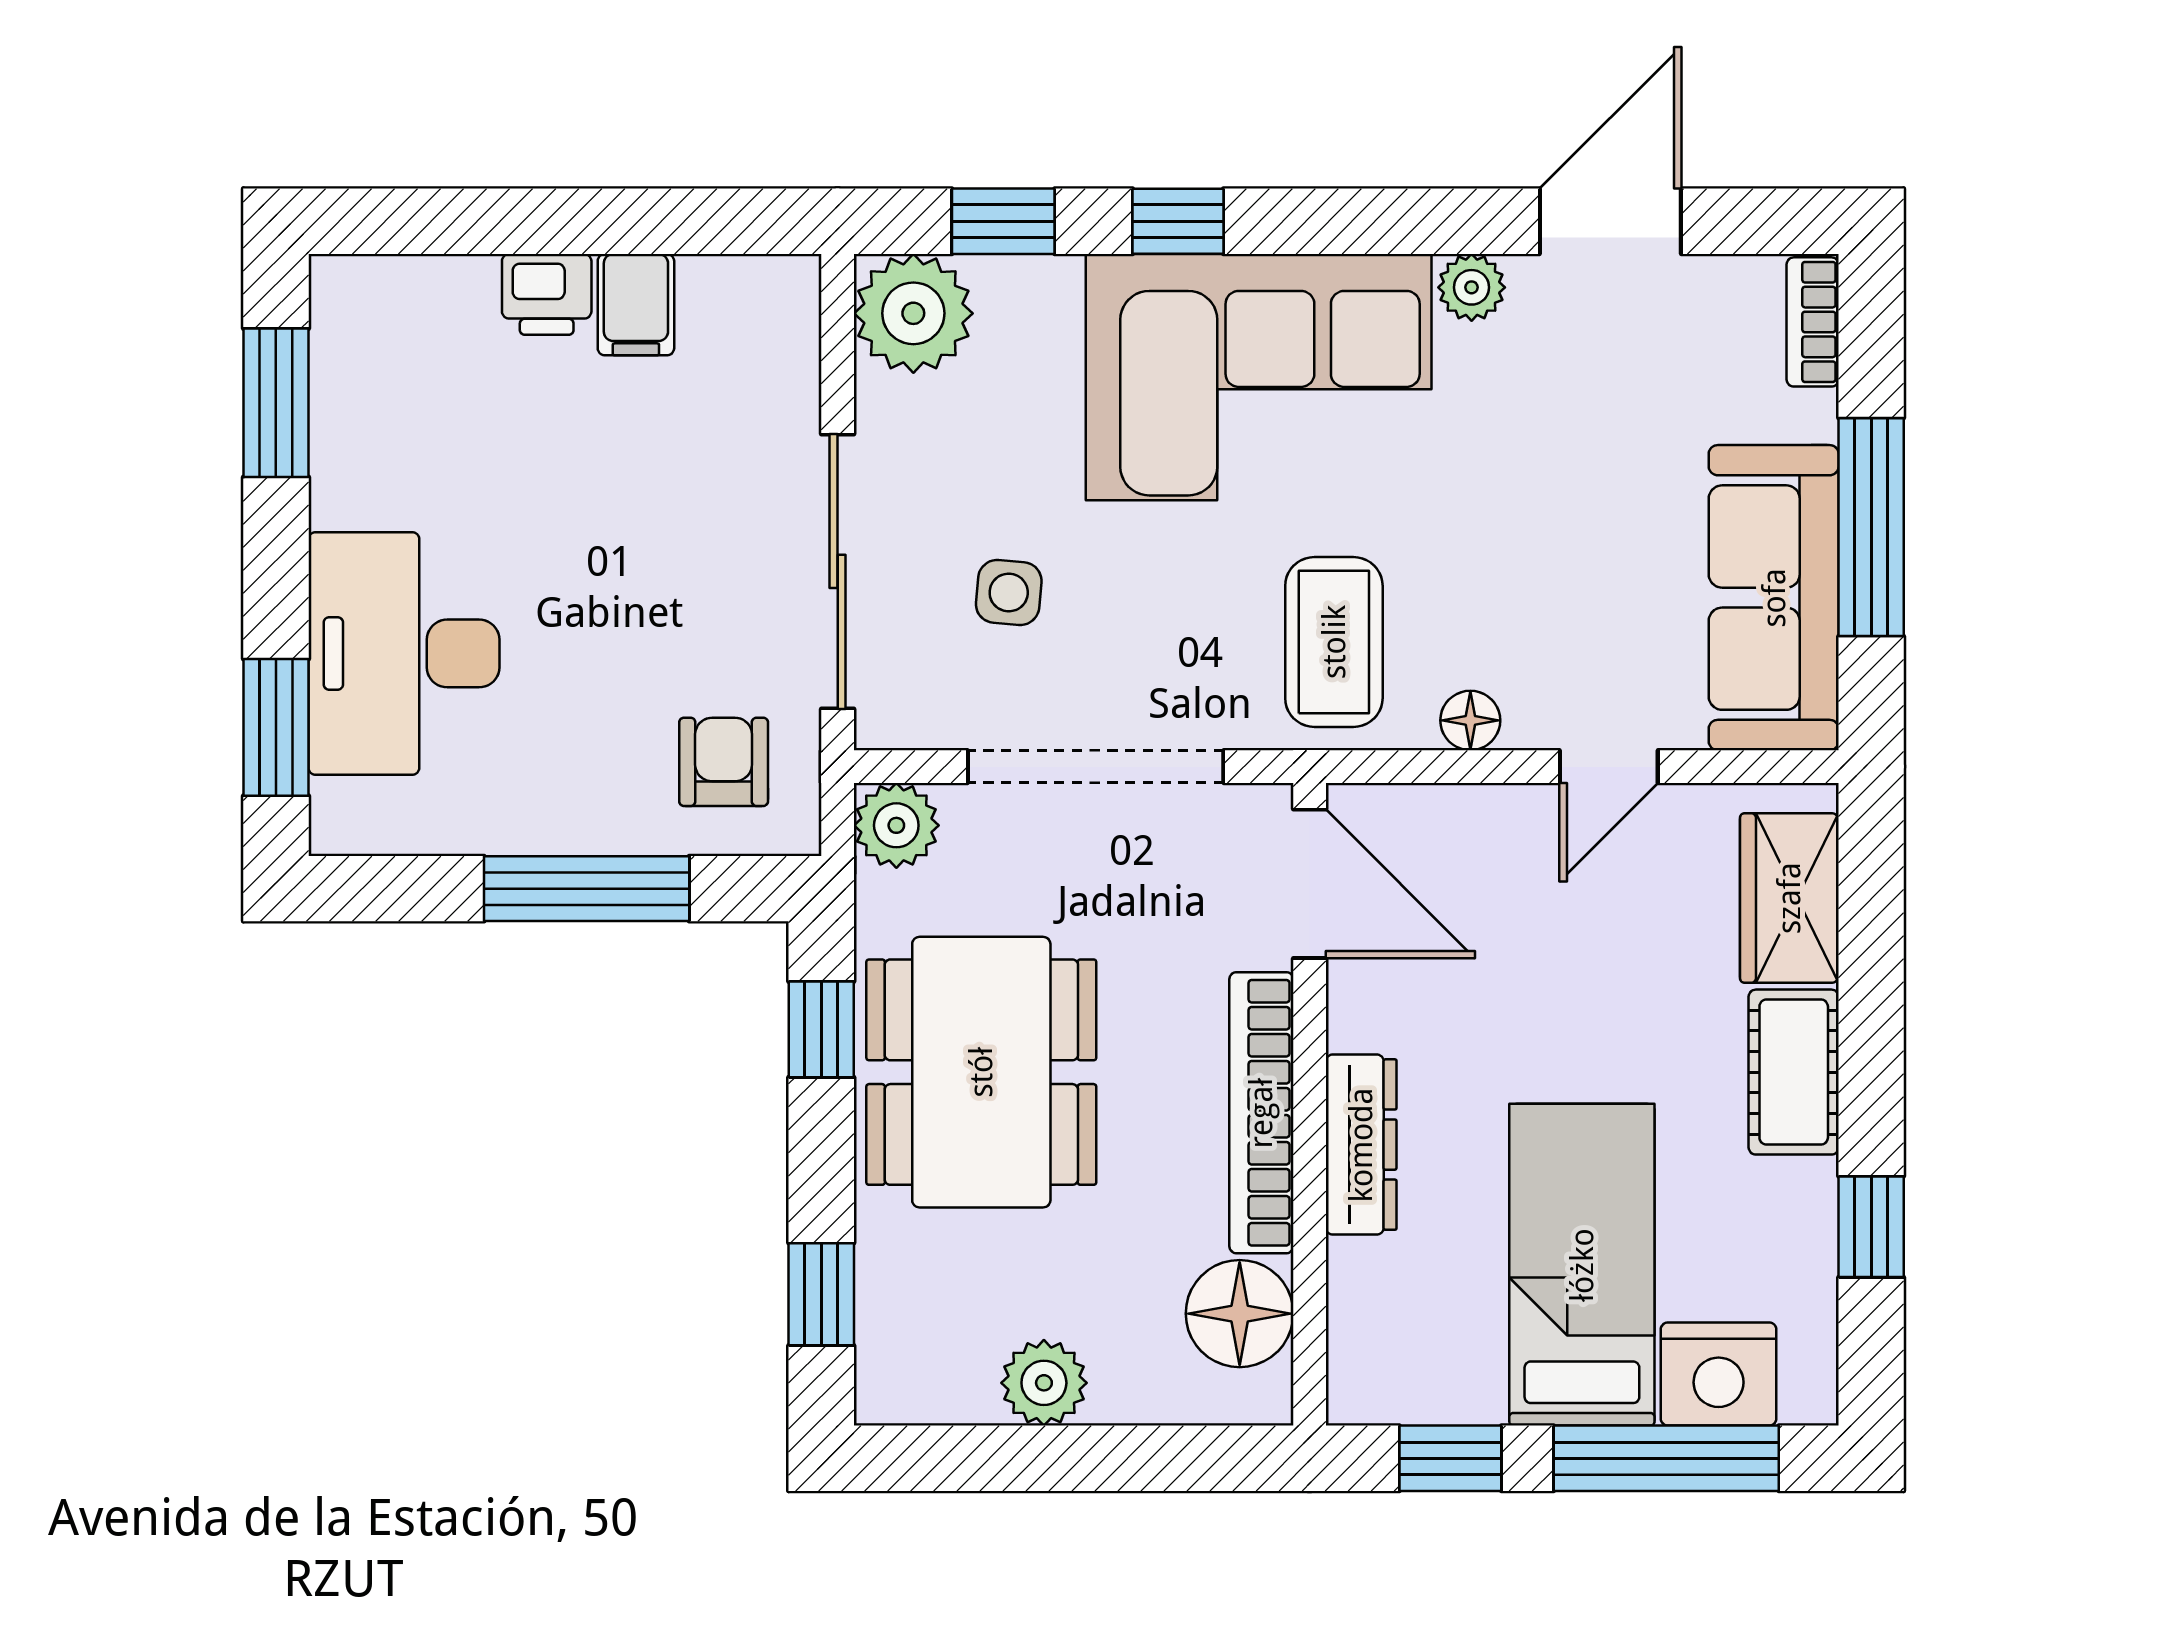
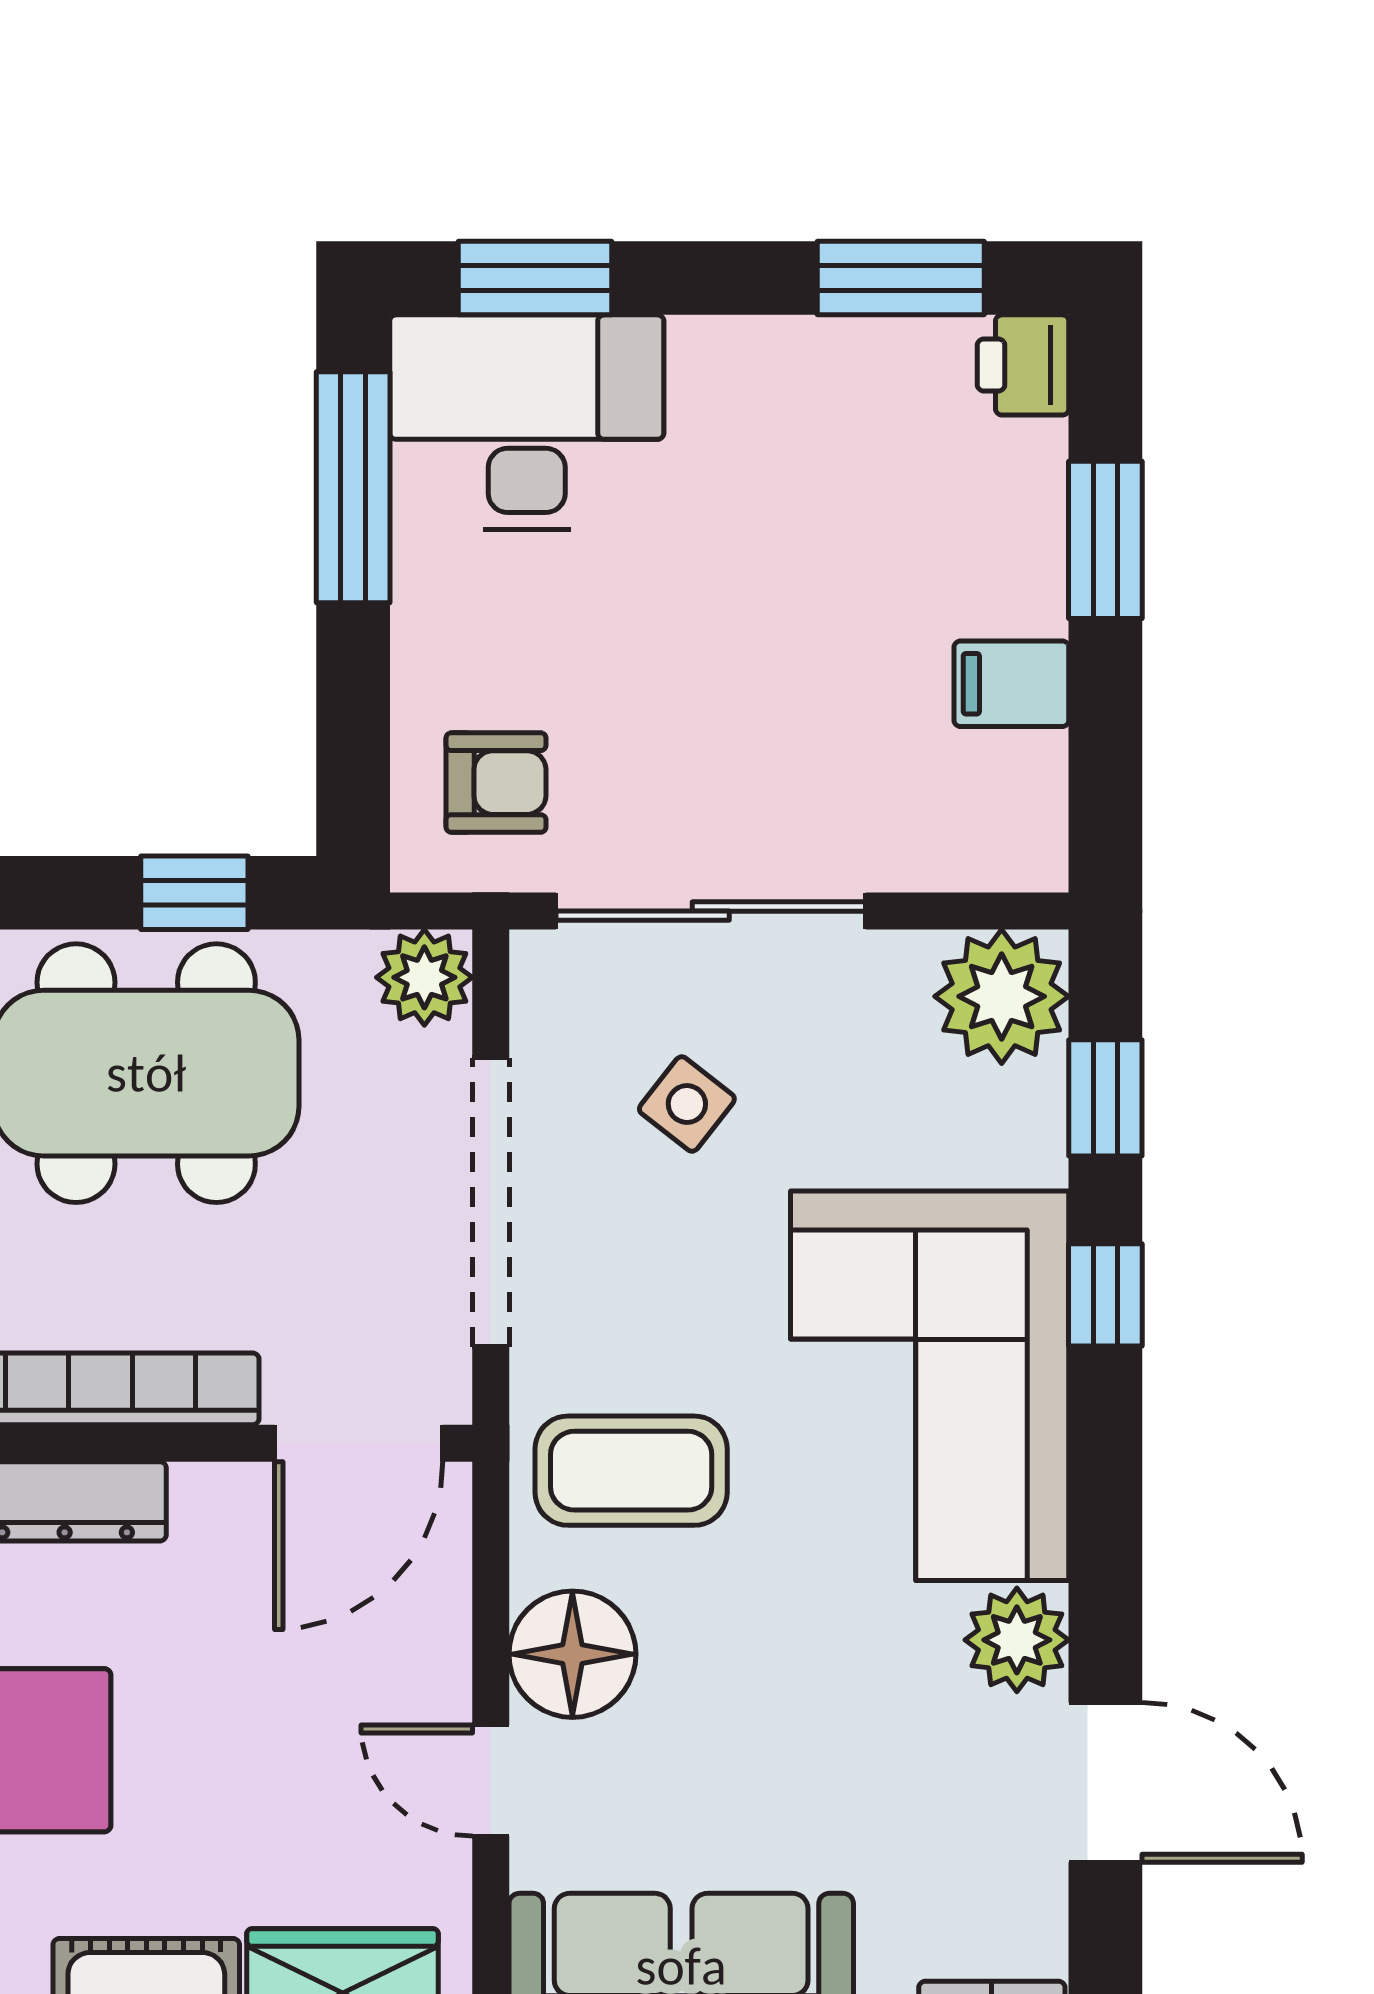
window: (508, 221) -> (1105, 540), added
plant: (1472, 287) -> (1017, 1640), width x1.38, depth x1.38
printer: (547, 294) -> (1023, 365), moved
side table: (1009, 593) -> (687, 1104), turned 33
desk: (404, 653) -> (527, 422), moved
floor lamp: (1470, 720) -> (572, 1654), width x1.89, depth x1.89
window: (587, 889) -> (353, 487), moved

